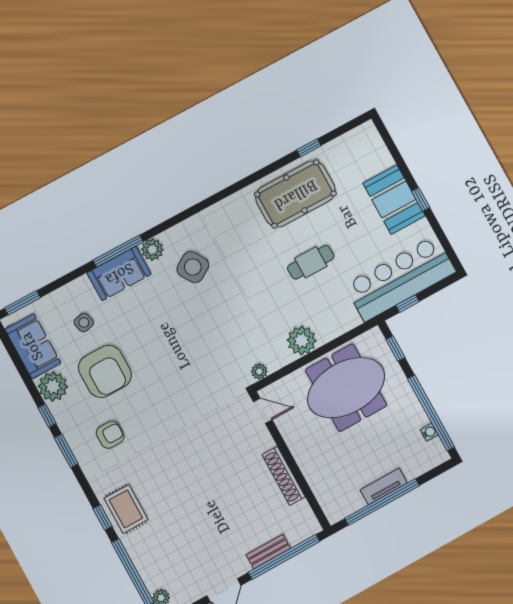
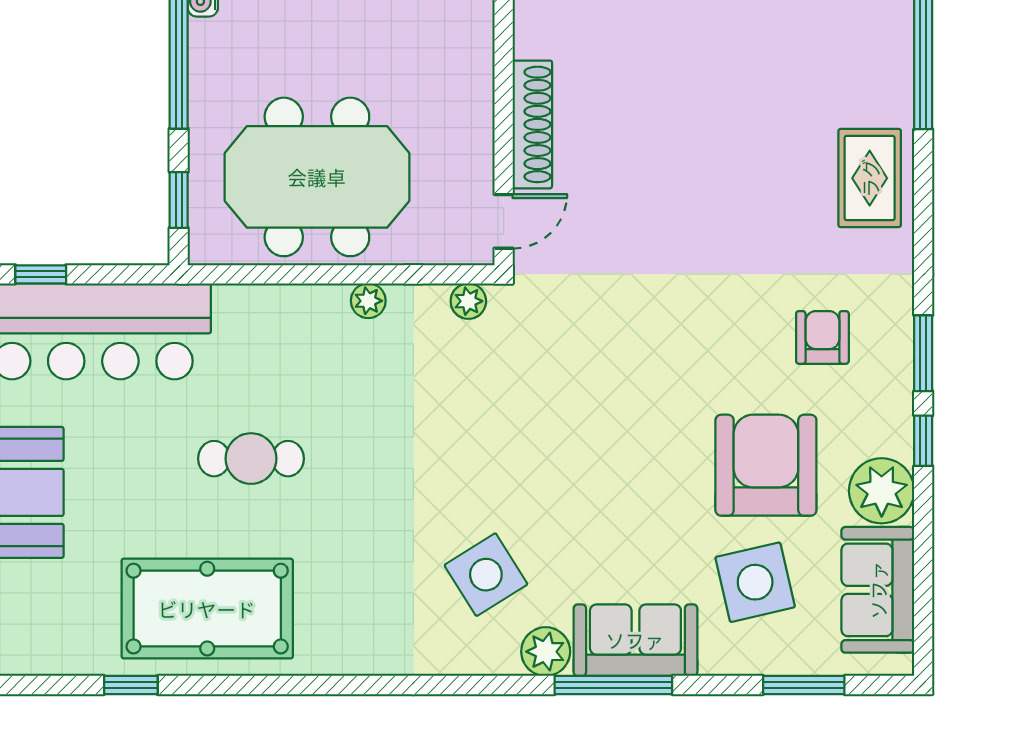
window: (22, 303) -> (804, 685), moved
window: (408, 304) -> (41, 274), moved
side table: (84, 322) -> (755, 582), width x1.87, depth x1.87
plant: (302, 341) -> (368, 301), width x0.53, depth x0.53
door: (263, 411) -> (504, 221), swing flipped
armchair: (110, 435) -> (822, 337), turned 90
shoe rack: (284, 476) -> (532, 124), moved
window: (103, 517) -> (923, 187), removed

